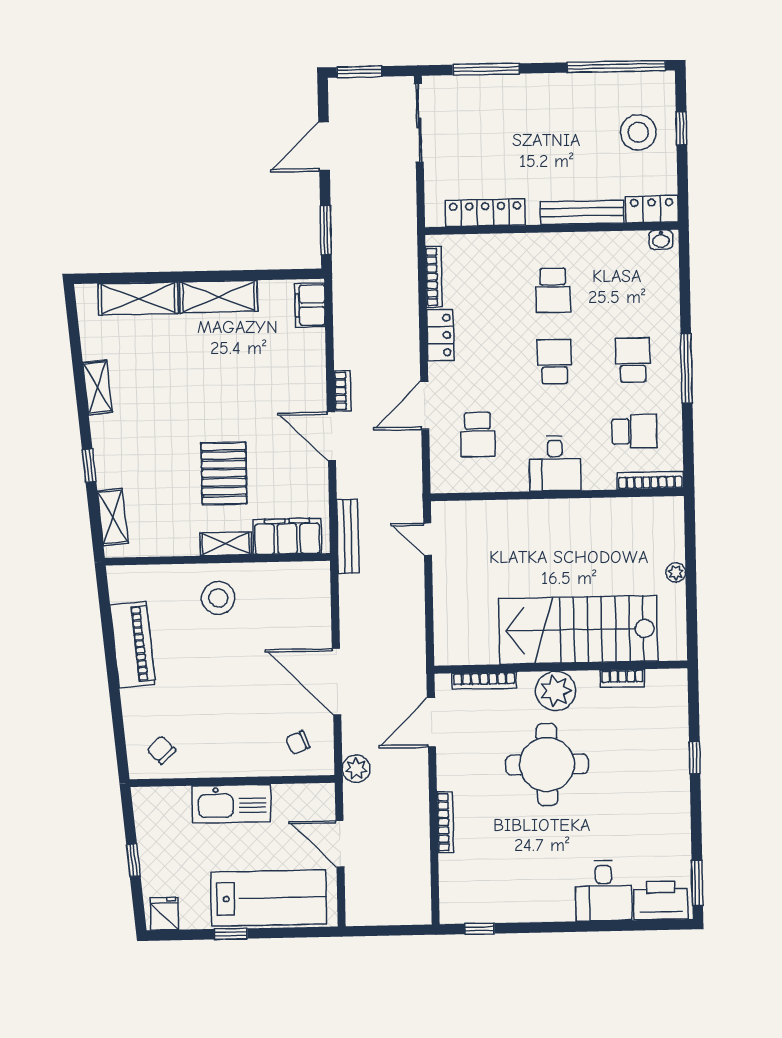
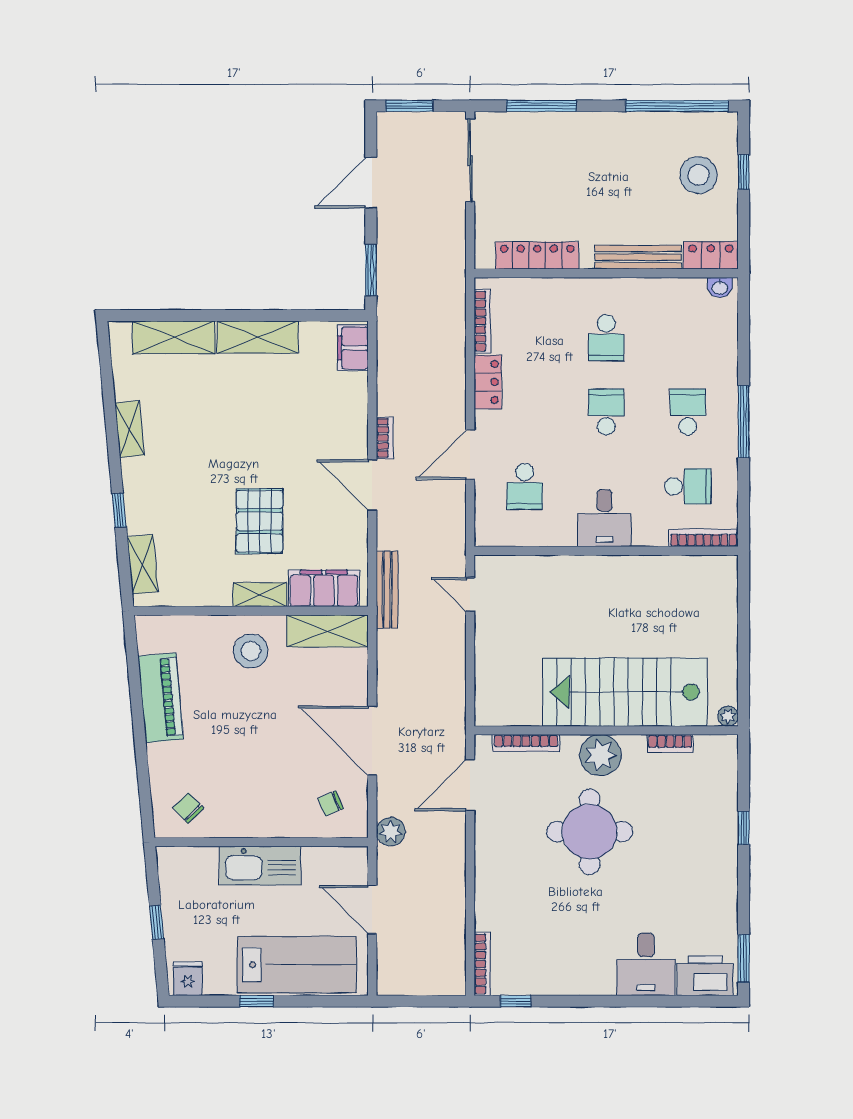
plant: (676, 573) -> (728, 716), moved
shelving: (291, 577) -> (327, 631), added
bookcase: (445, 822) -> (482, 964), moved

